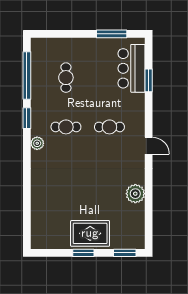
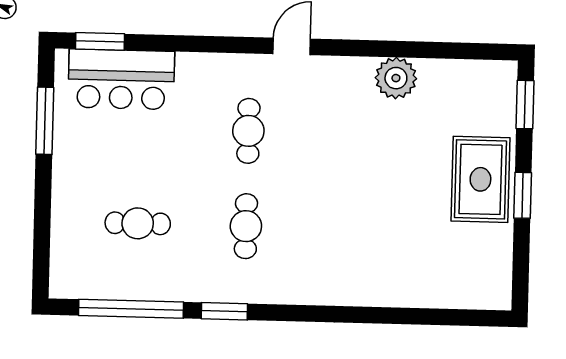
window: (149, 80) -> (100, 41), moved
plant: (37, 143) -> (280, 290), removed

